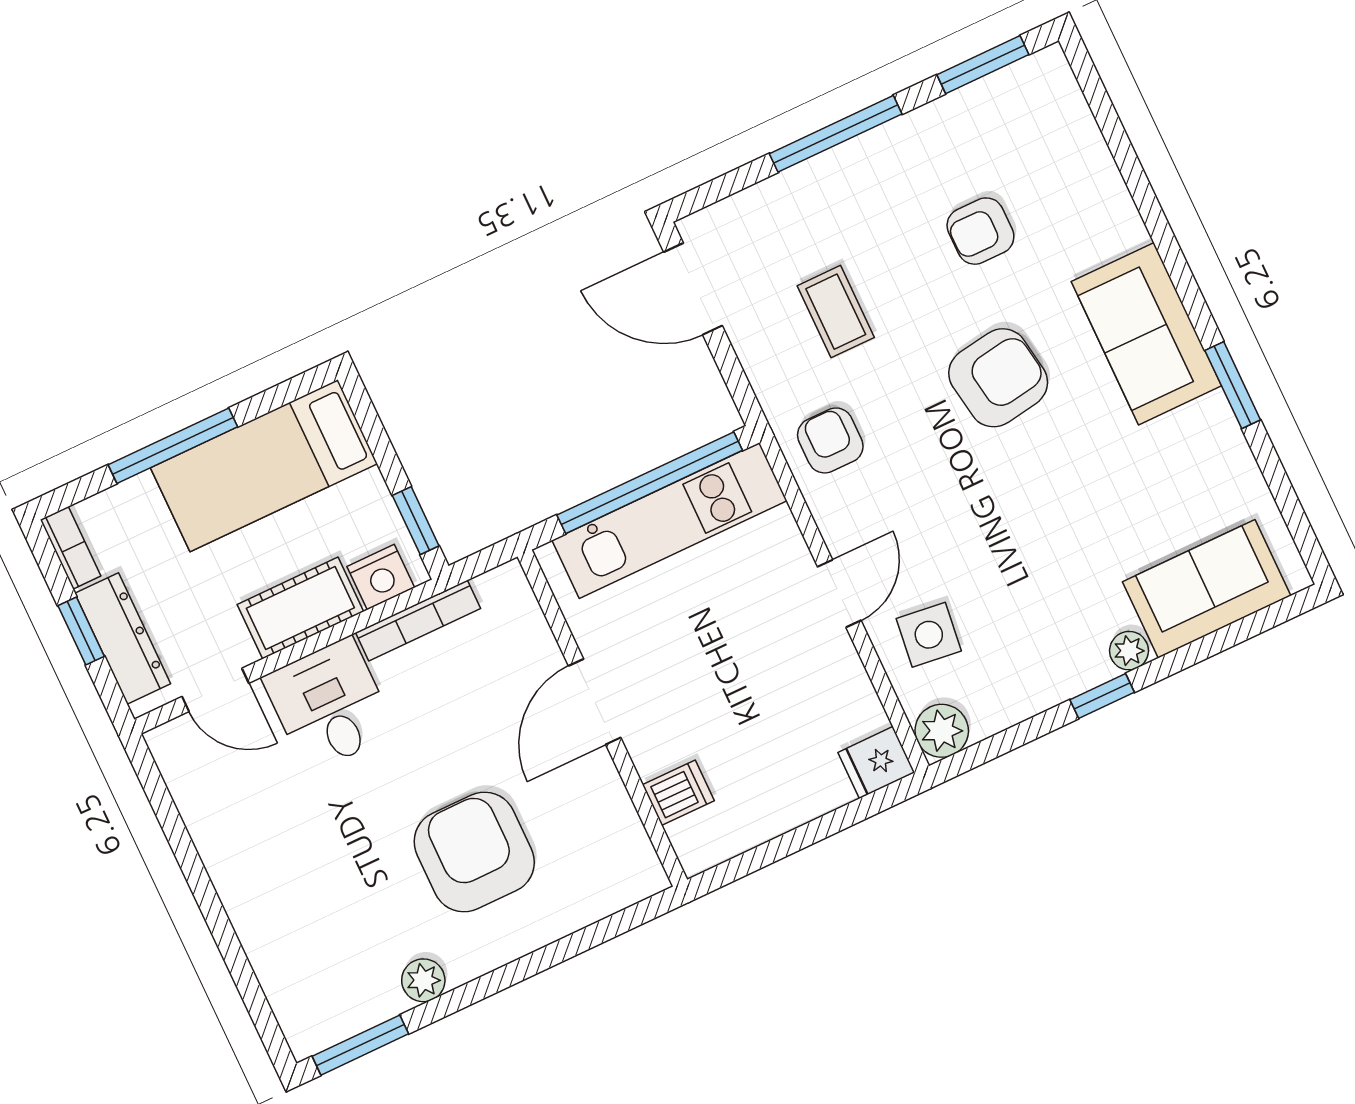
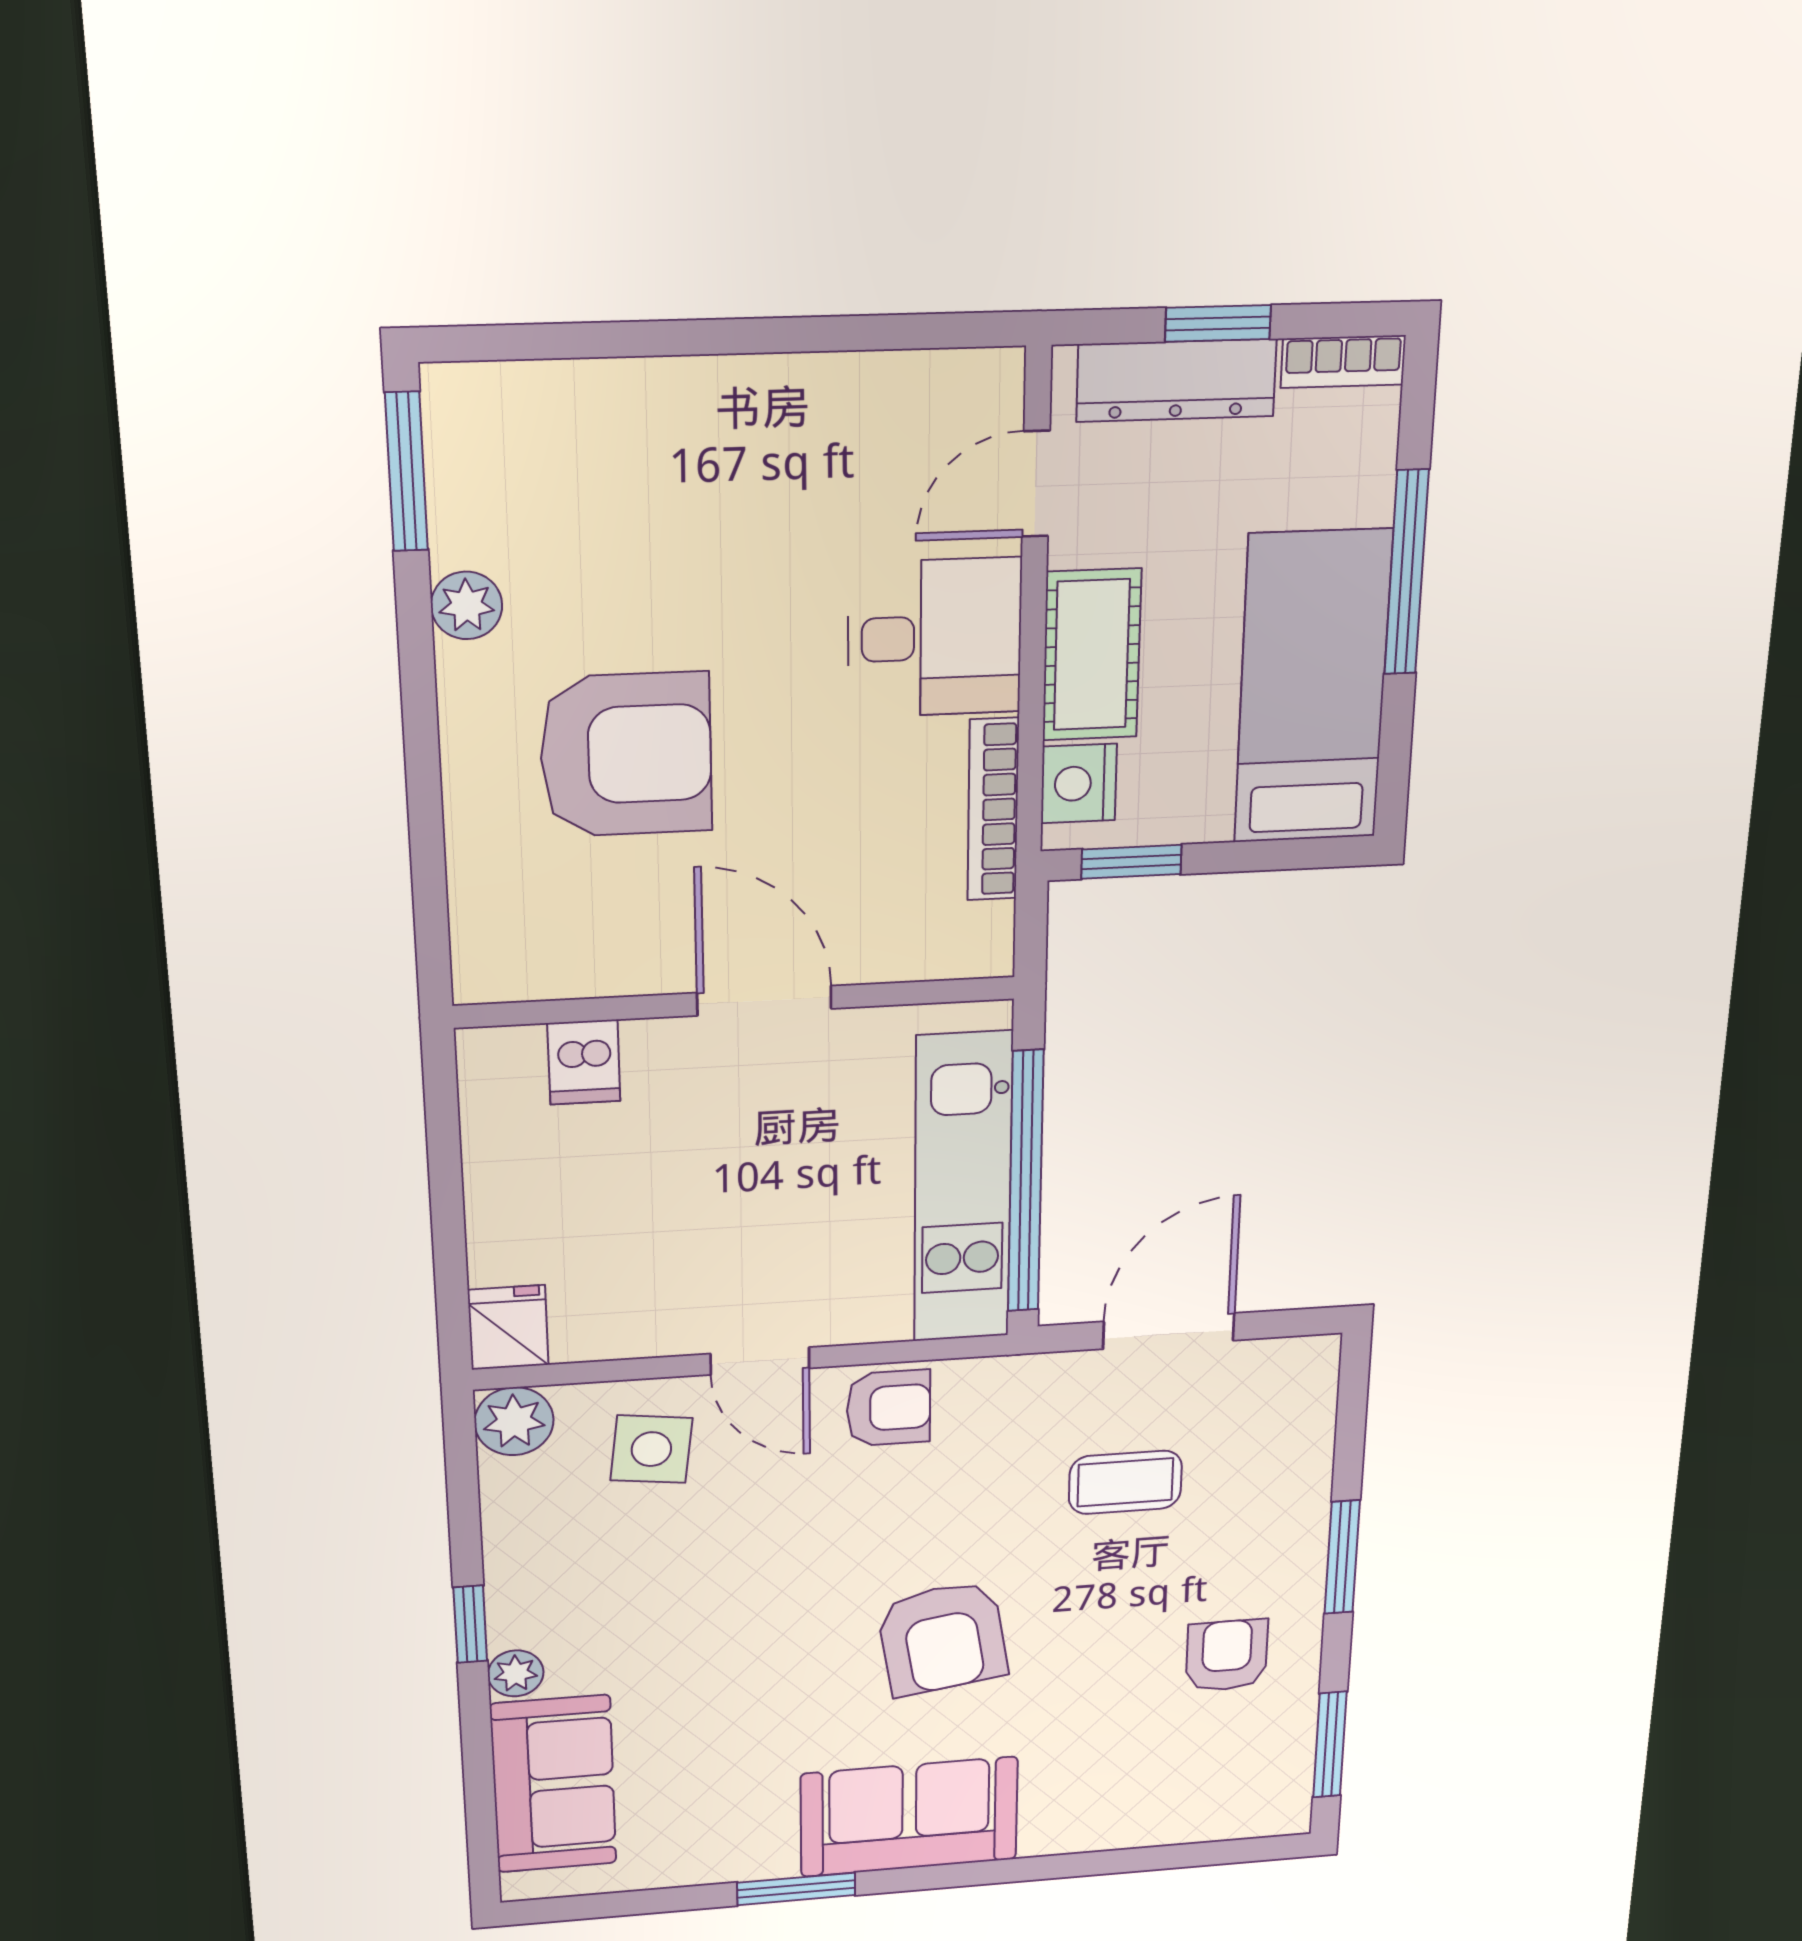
window: (836, 134) -> (1342, 1557), width x0.69
armchair: (980, 231) -> (1227, 1655), moved
door: (693, 289) -> (1169, 1331), moved
armchair: (830, 440) -> (889, 1408), moved

